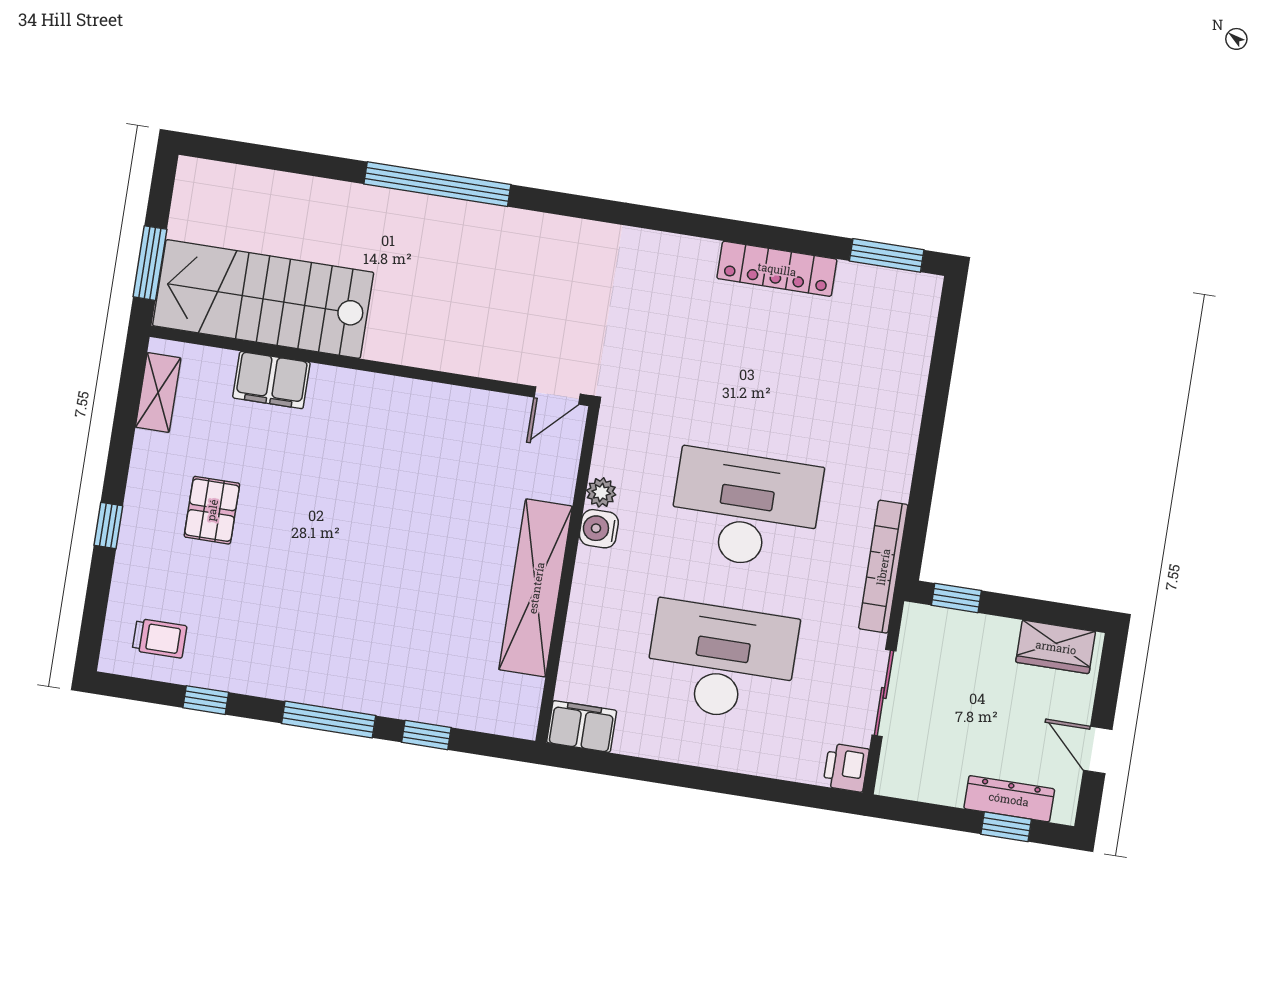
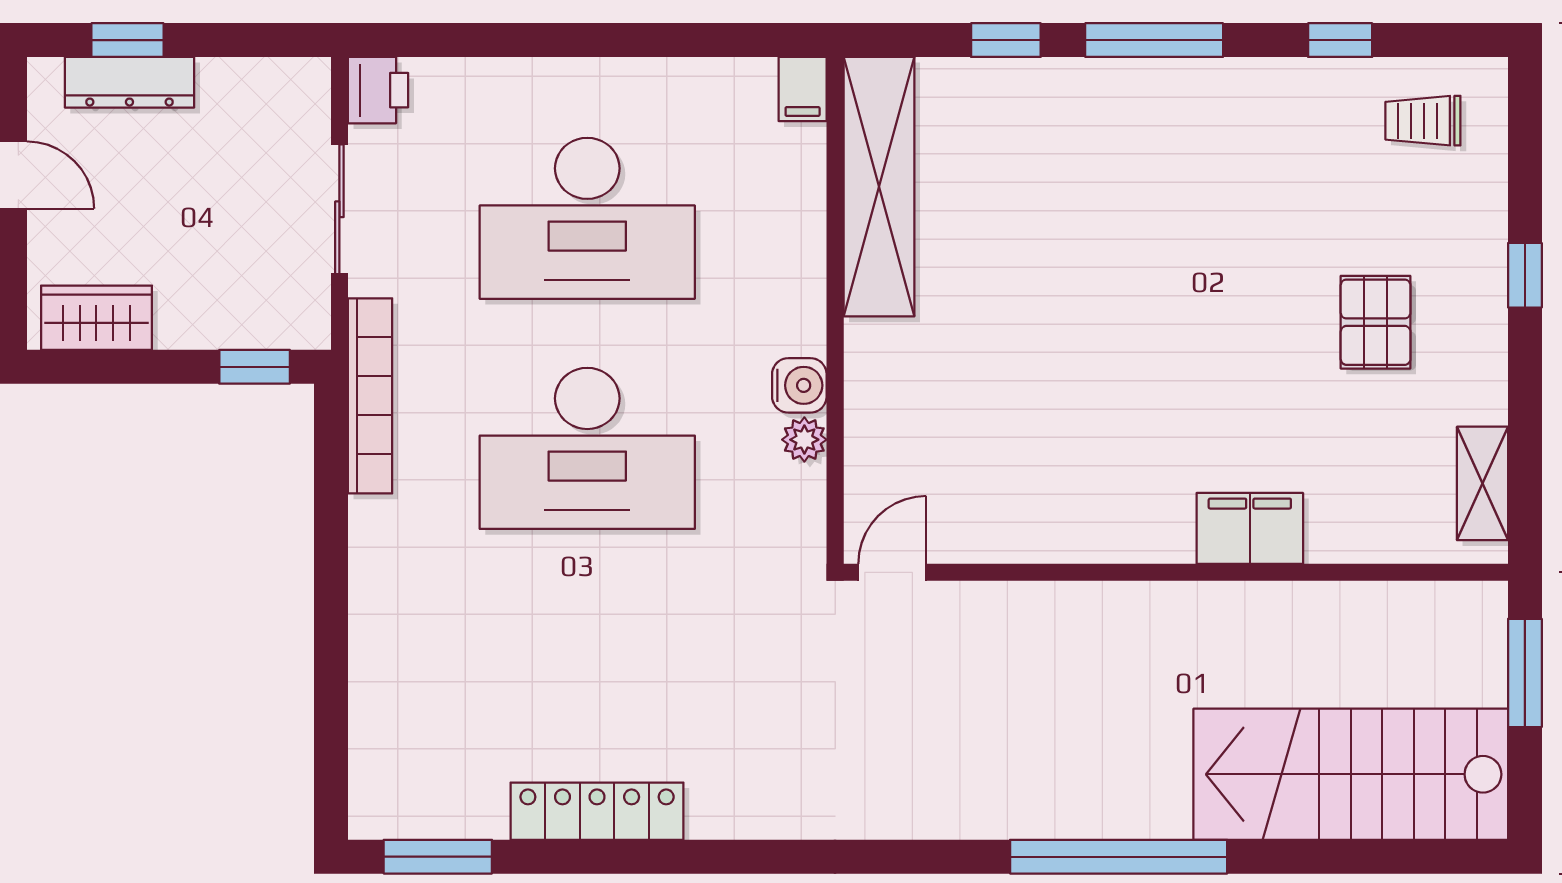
stairs: (263, 299) -> (1351, 774), moved, turned 180
filing cabinet: (271, 380) -> (1250, 528), moved
shelving: (536, 588) -> (879, 187), moved
filing cabinet: (582, 726) -> (803, 89), width x0.50

